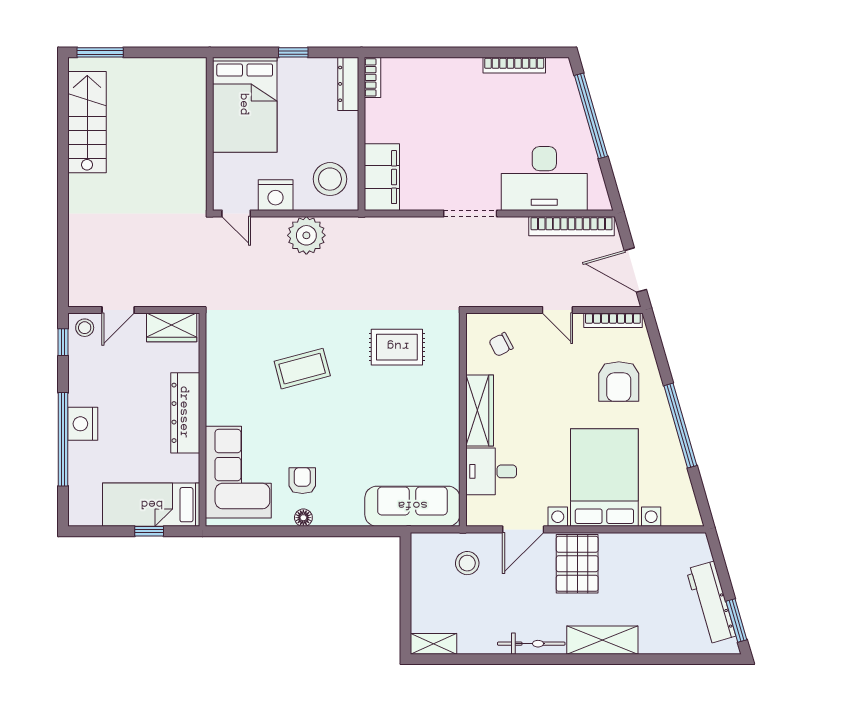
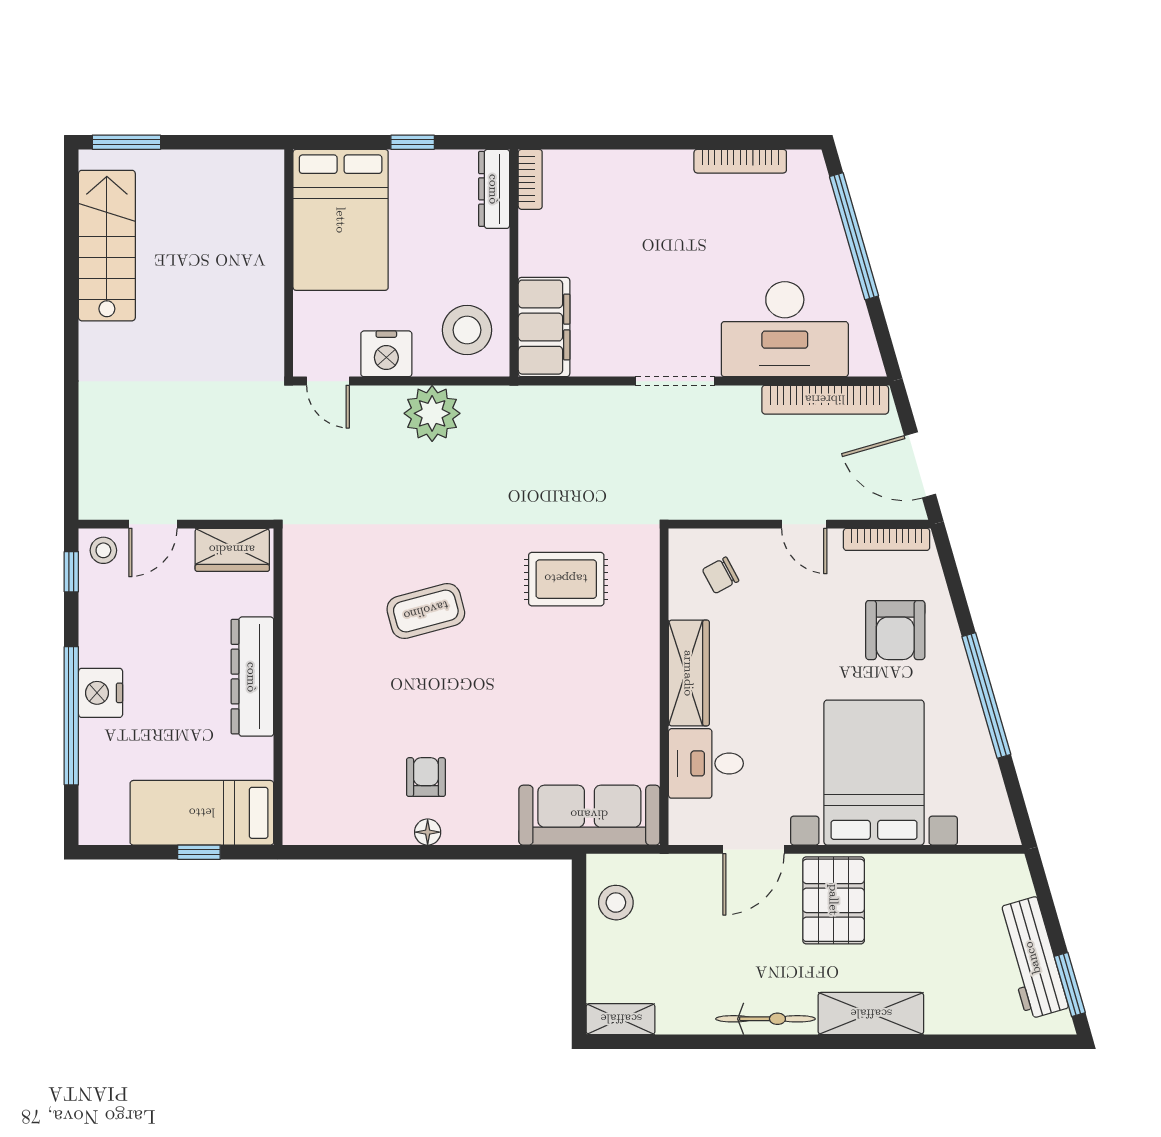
corner sofa: (238, 472) -> (331, 764), removed
stool: (467, 563) -> (616, 903), moved

